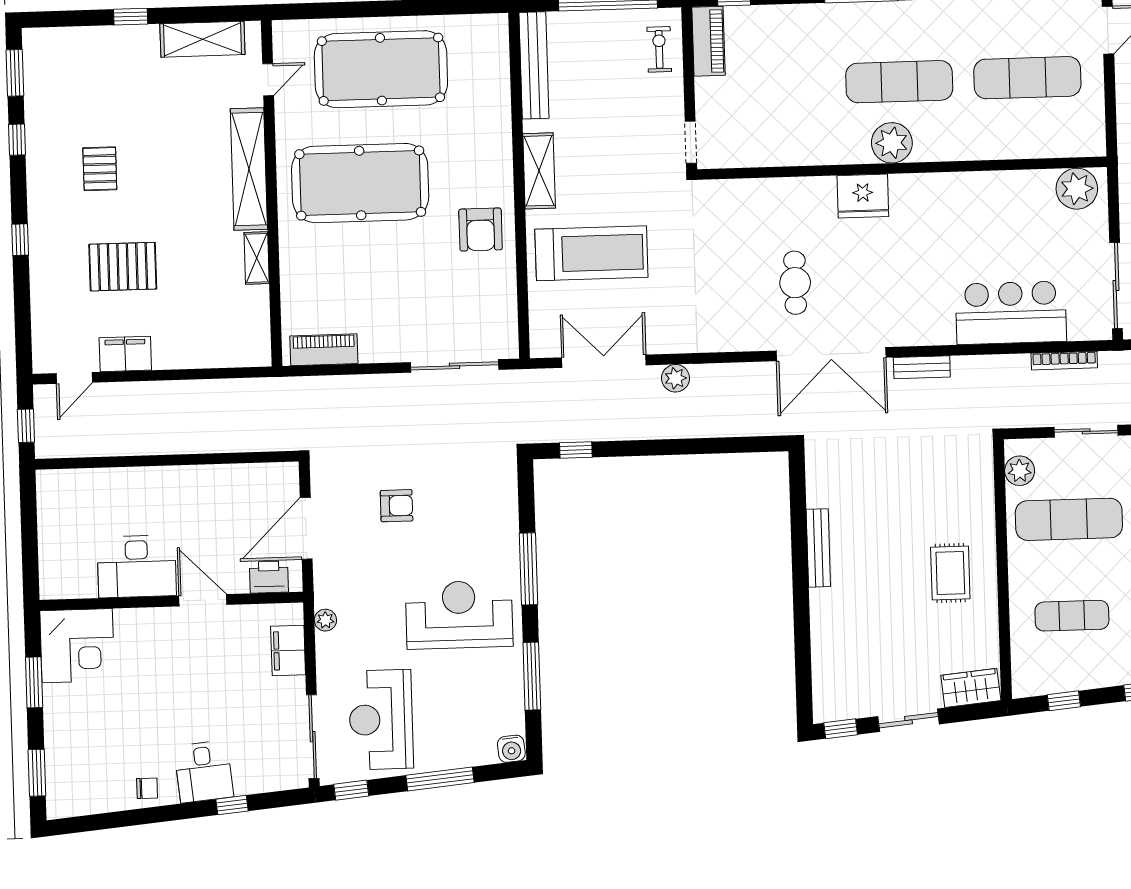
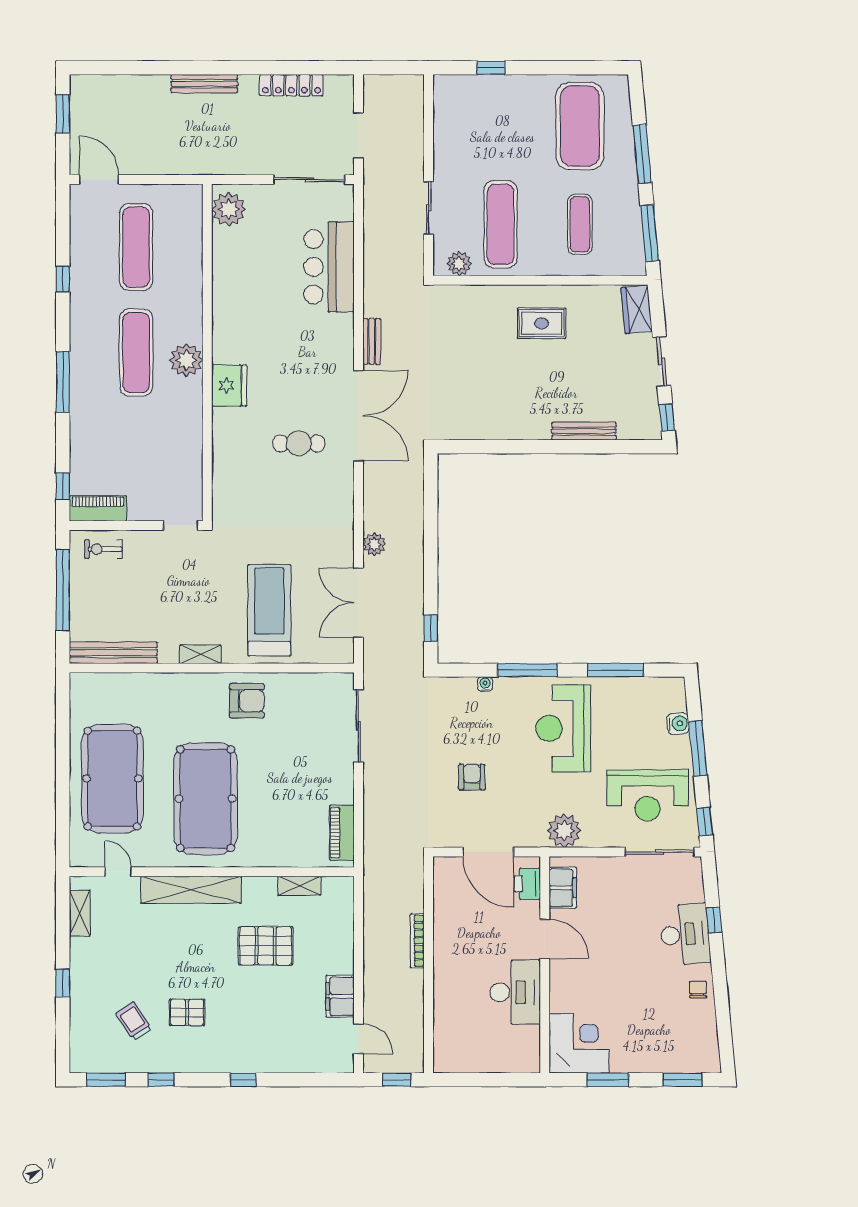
shelving: (202, 39) -> (80, 913), width x0.67, depth x0.75
trolley: (87, 104) -> (134, 1021), added
shelving: (539, 171) -> (200, 654), width x0.67, depth x0.75
shelving: (257, 258) -> (299, 886), moved
pallet: (123, 267) -> (266, 946), moved, turned 90
bookcase: (1064, 361) -> (417, 941), moved, turned 180
water cooler: (510, 518) -> (485, 684), added
bench: (818, 548) -> (584, 431), moved
door: (203, 600) -> (545, 939), swing flipped
plant: (325, 620) -> (564, 831), width x1.88, depth x1.88
filing cabinet: (288, 651) -> (563, 888), moved, turned -90
window: (1064, 701) -> (650, 233), width x2.17
water cooler: (511, 749) -> (678, 724), moved
desk: (204, 772) -> (685, 934), width x1.37

